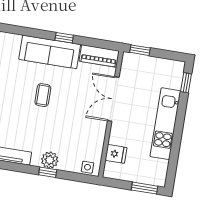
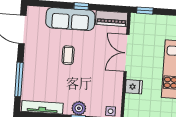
fridge: (116, 154) -> (134, 87), moved

